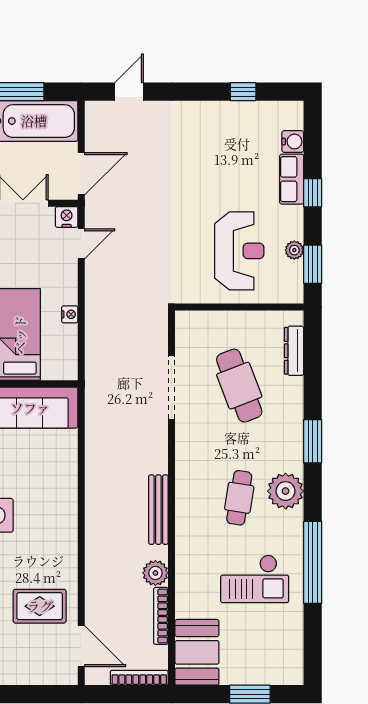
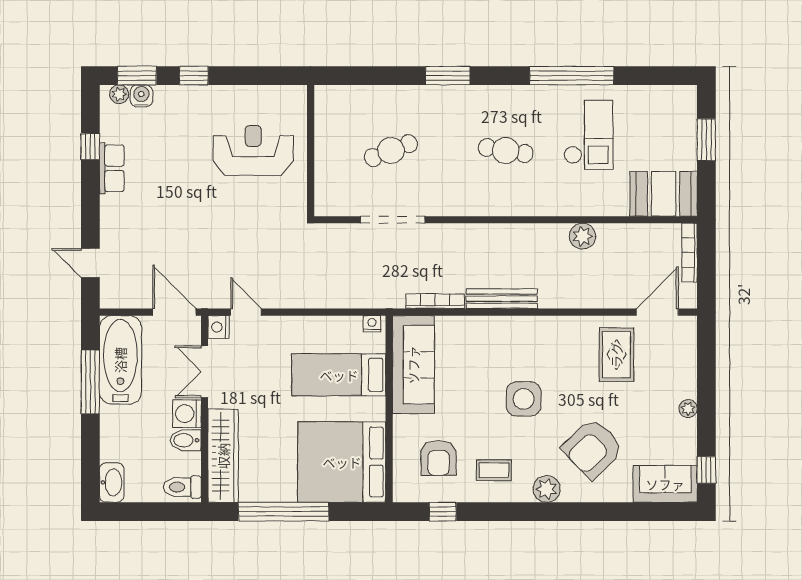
row of seats: (292, 179) -> (112, 168), moved, turned -90
plant: (294, 250) -> (119, 94), moved
window: (313, 264) -> (137, 76), moved
nightstand: (70, 314) -> (372, 324), moved
dresser: (294, 351) -> (355, 95), removed
cafe table: (239, 386) -> (391, 151), width x0.73, depth x0.74
plant: (286, 491) -> (499, 103), removed
bench: (158, 510) -> (502, 299), moved
bookcase: (161, 616) -> (435, 301), moved, turned 180

